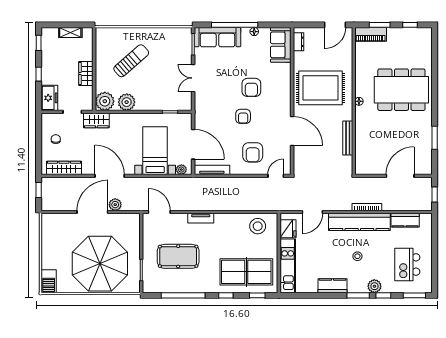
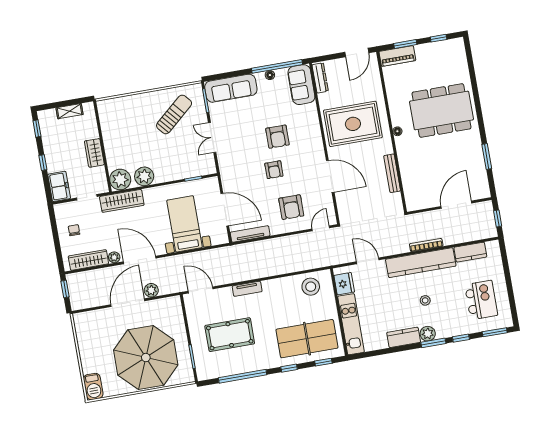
window: (235, 25) -> (277, 66), moved
dresser: (299, 42) -> (320, 78), width x1.44
sun lounger: (131, 61) -> (174, 114), moved
wardrobe: (96, 120) -> (122, 201), width x1.50
plant: (181, 170) -> (114, 257), moved
door: (312, 212) -> (368, 261), swing flipped
kitchen island: (407, 264) -> (481, 300), turned 180
plant: (374, 286) -> (428, 334), moved

